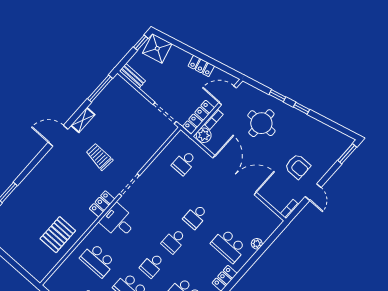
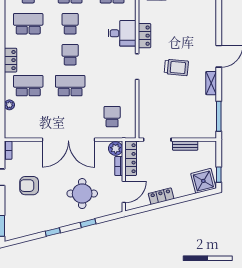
bench: (132, 76) -> (185, 146), moved
window: (301, 108) -> (53, 232), moved
school desk: (196, 216) -> (70, 86), width x1.85

